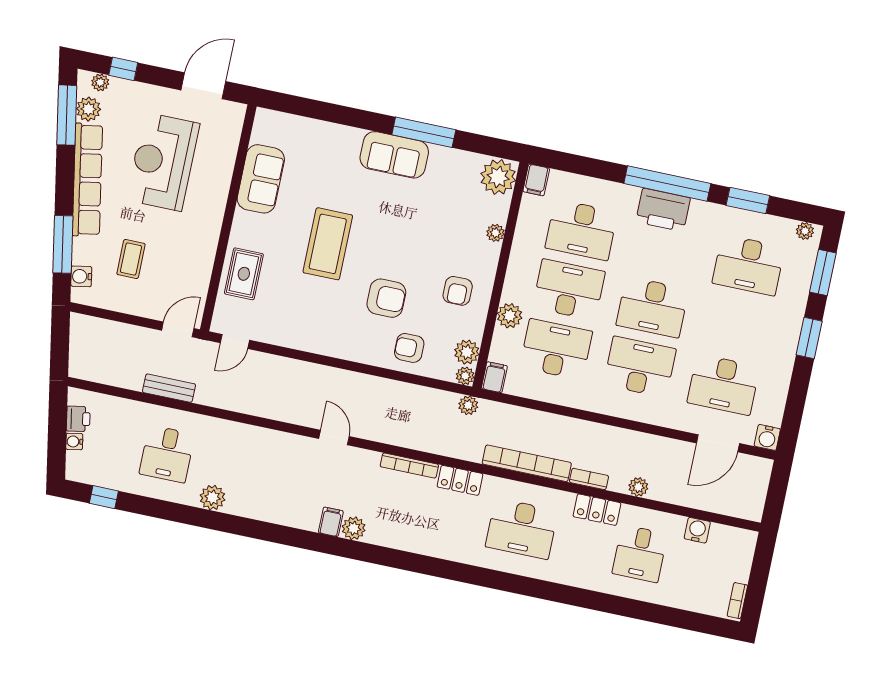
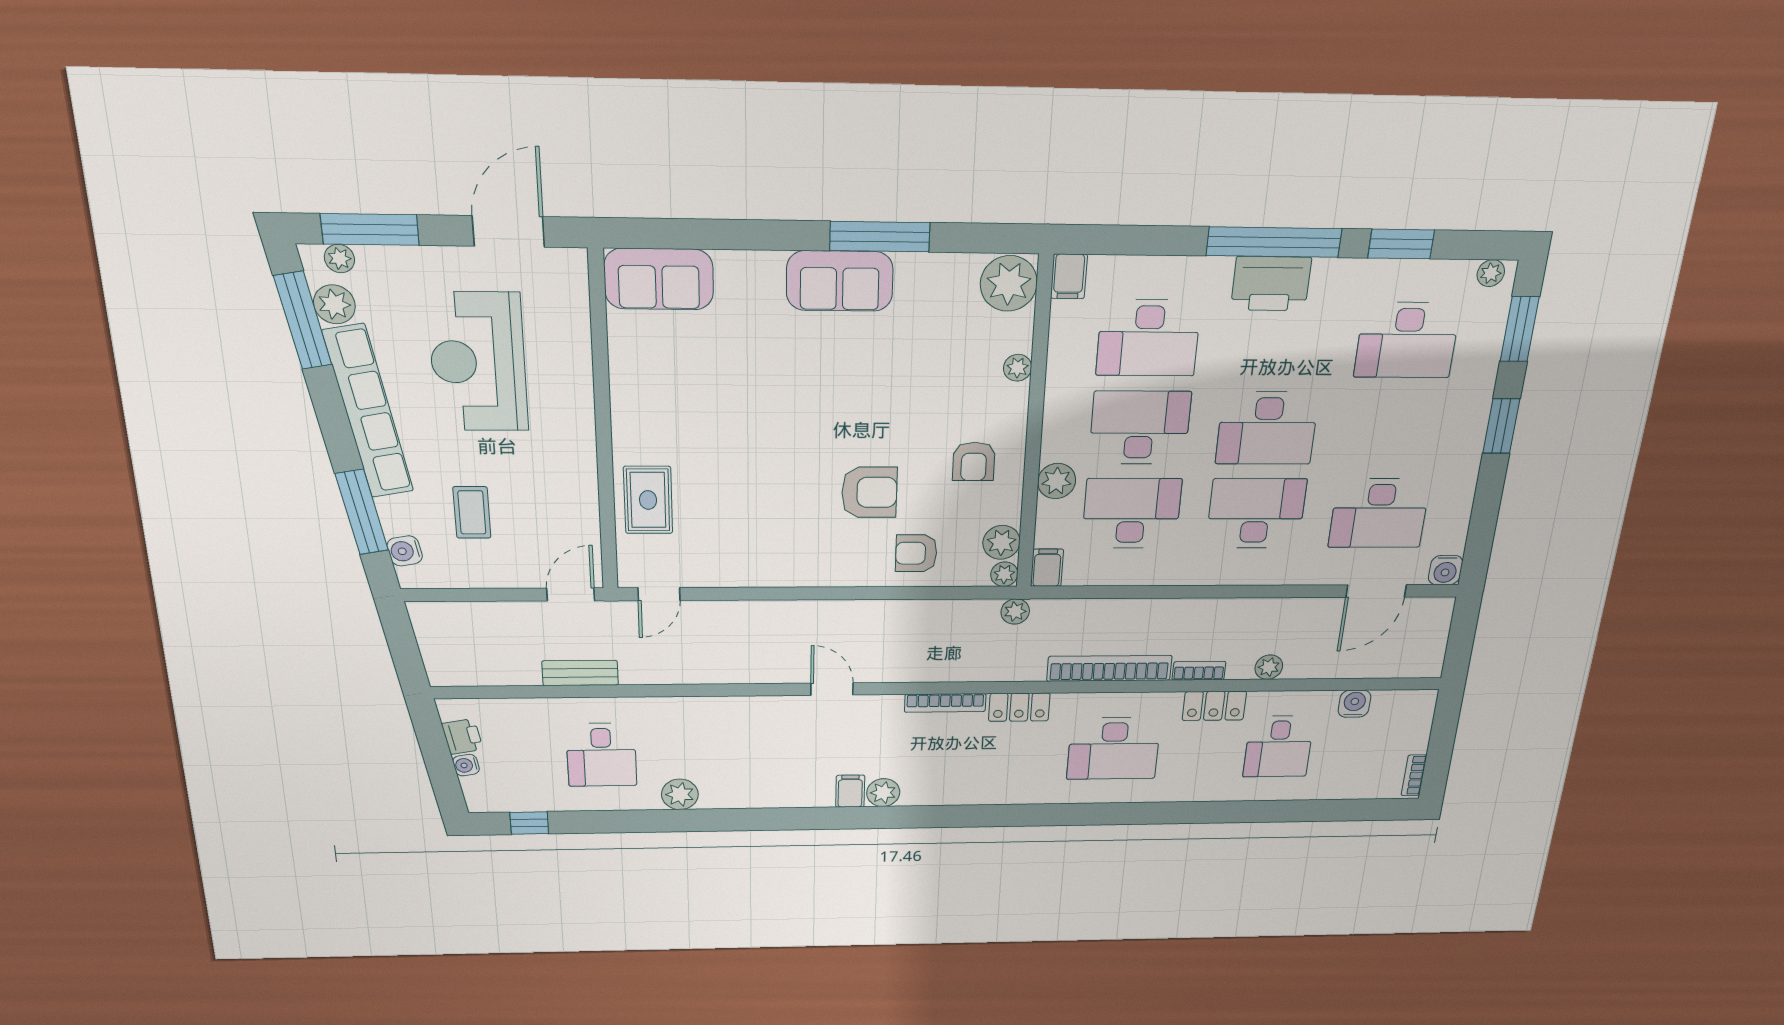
window: (123, 69) -> (370, 229), width x2.17
sofa: (261, 179) -> (659, 279), moved, turned 90
coffee table: (328, 244) -> (765, 433), removed

